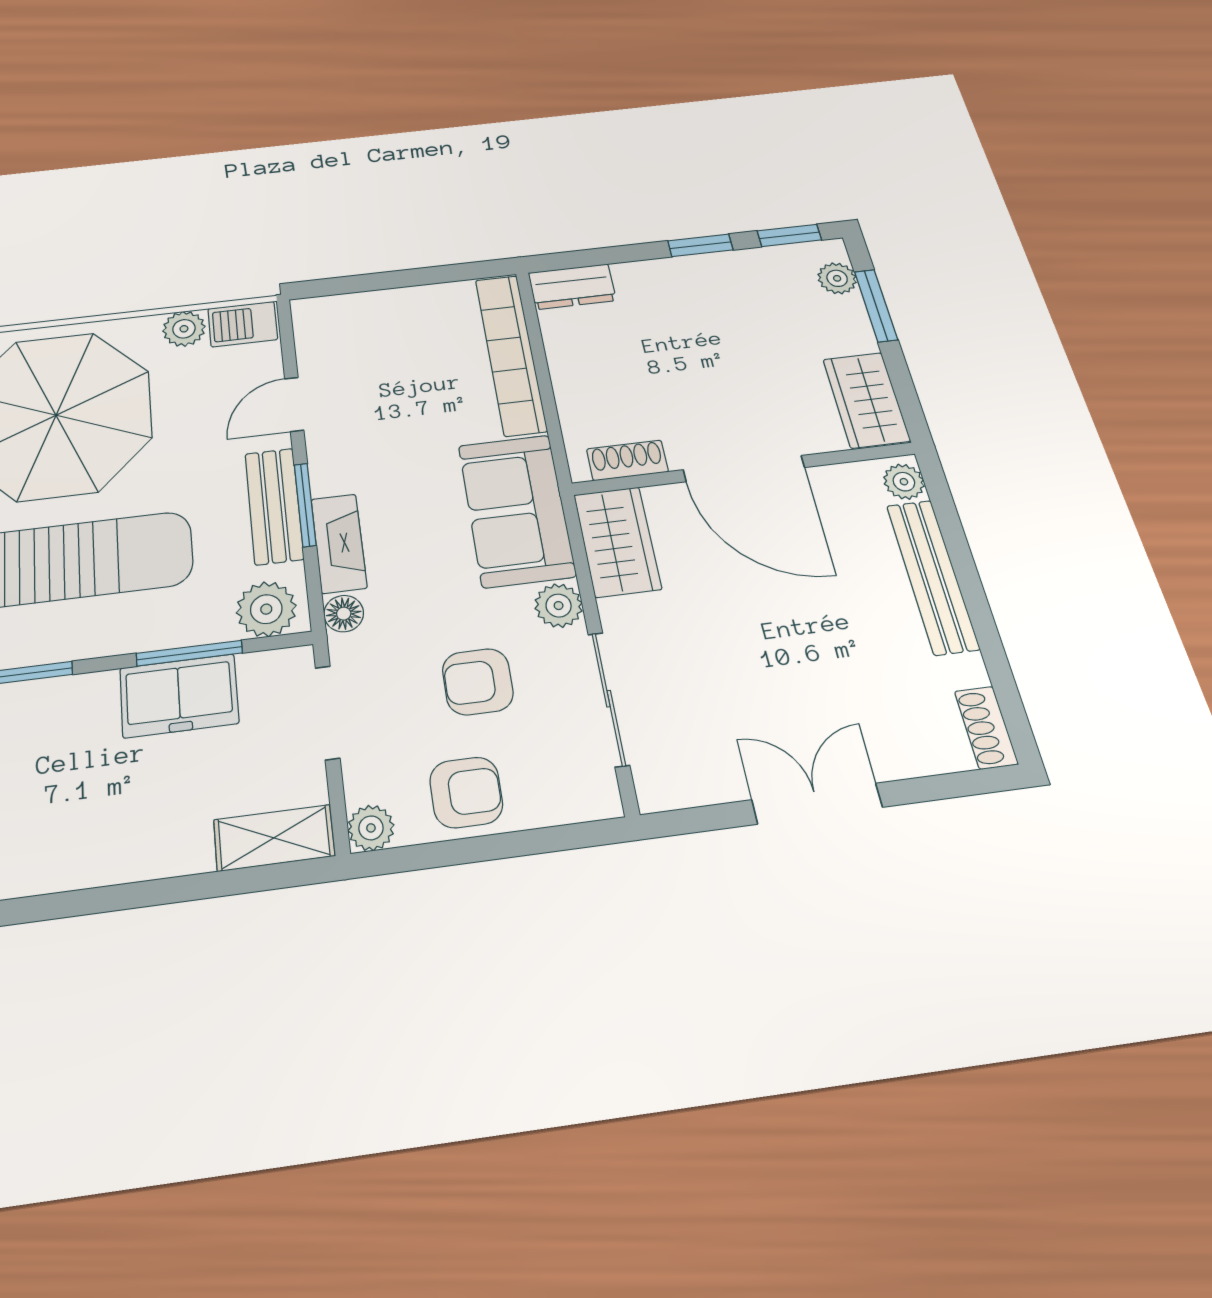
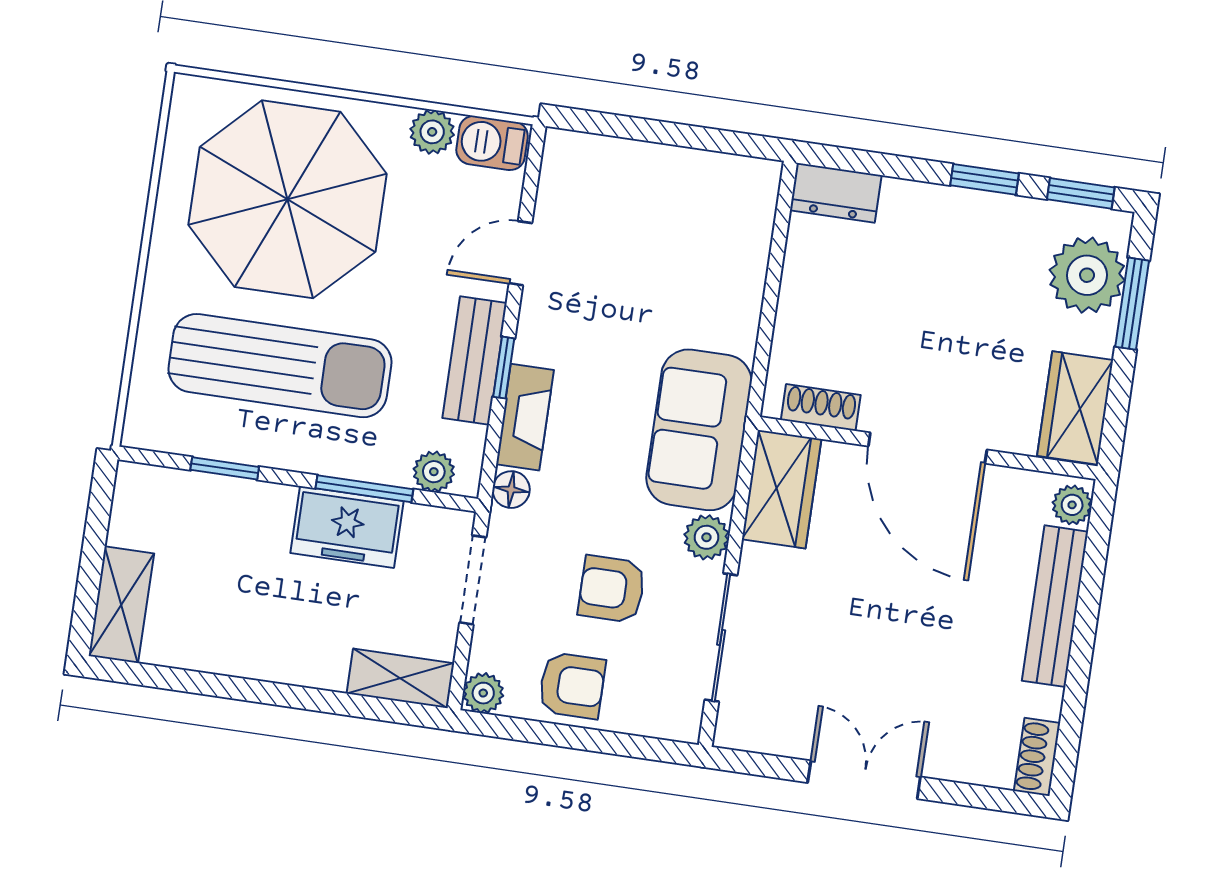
plant: (837, 278) -> (1087, 275), width x1.88, depth x1.88
bookcase: (511, 354) -> (748, 256), removed
window: (305, 505) -> (504, 368), width x0.67
plant: (266, 609) -> (434, 472), width x0.73, depth x0.73

